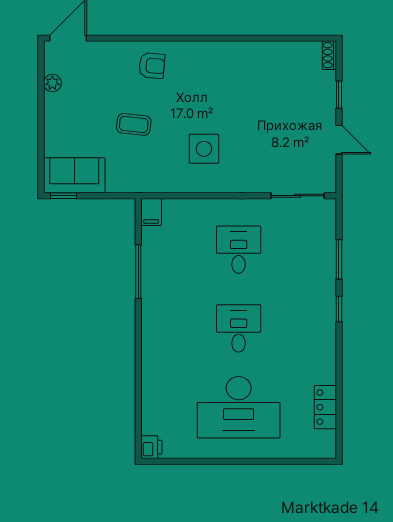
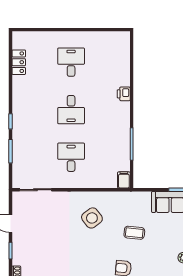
side table: (204, 149) -> (92, 218), turned -38
desk: (239, 250) -> (71, 157), turned 180
desk: (239, 407) -> (71, 62), width x0.53, depth x0.77
printer: (151, 447) -> (124, 94), moved

